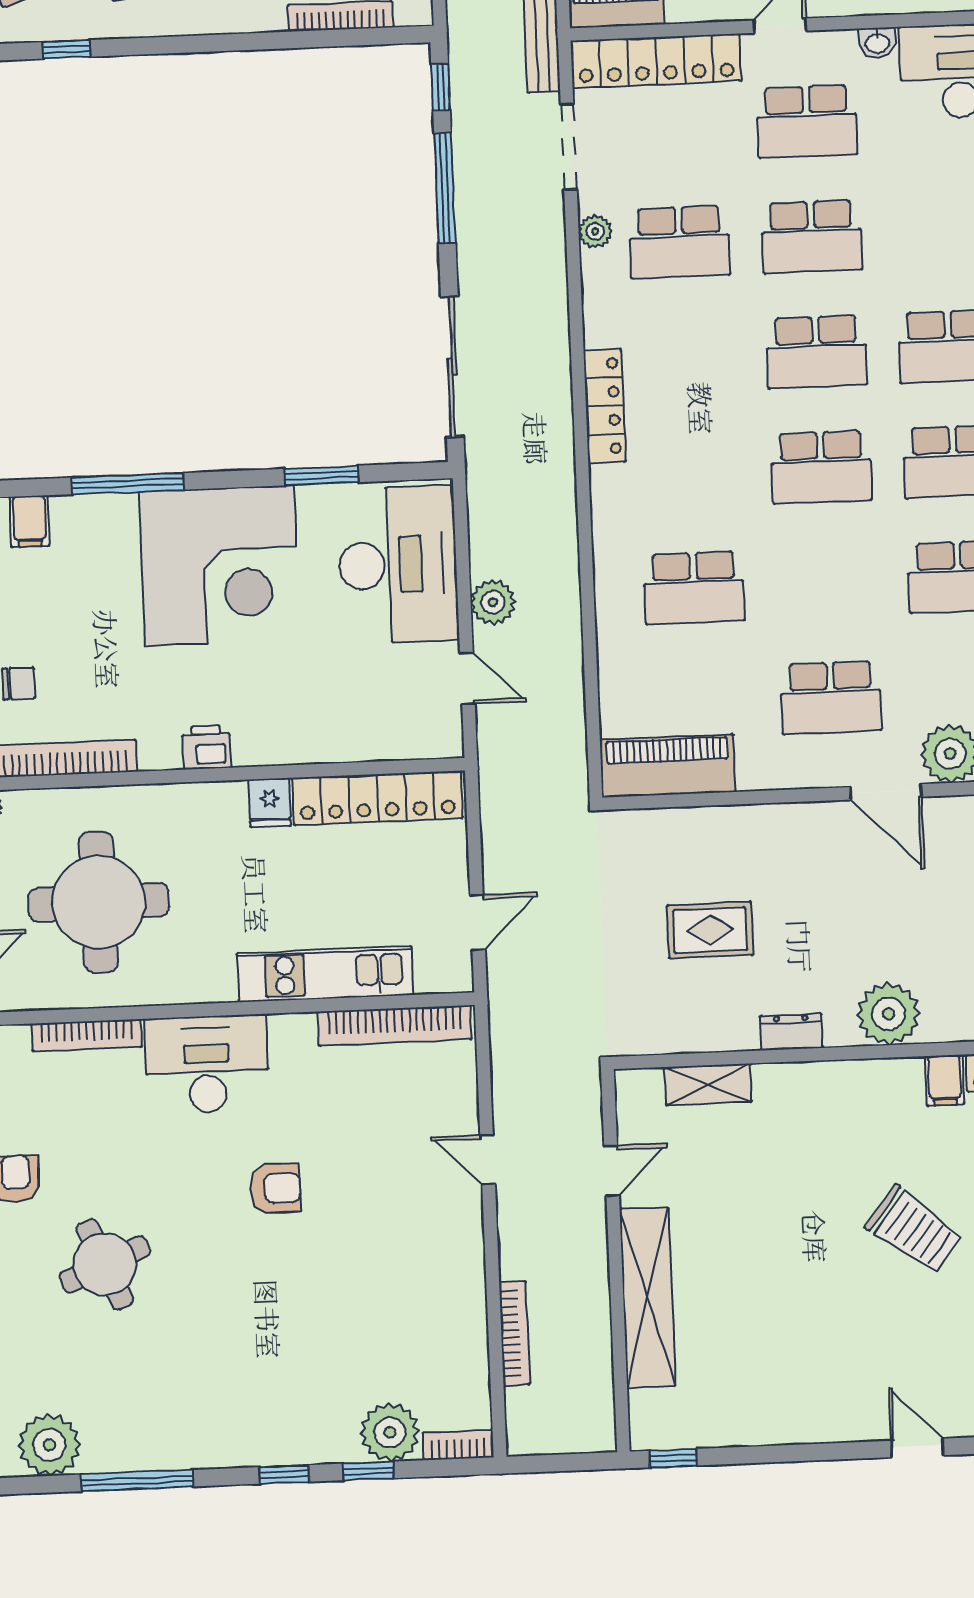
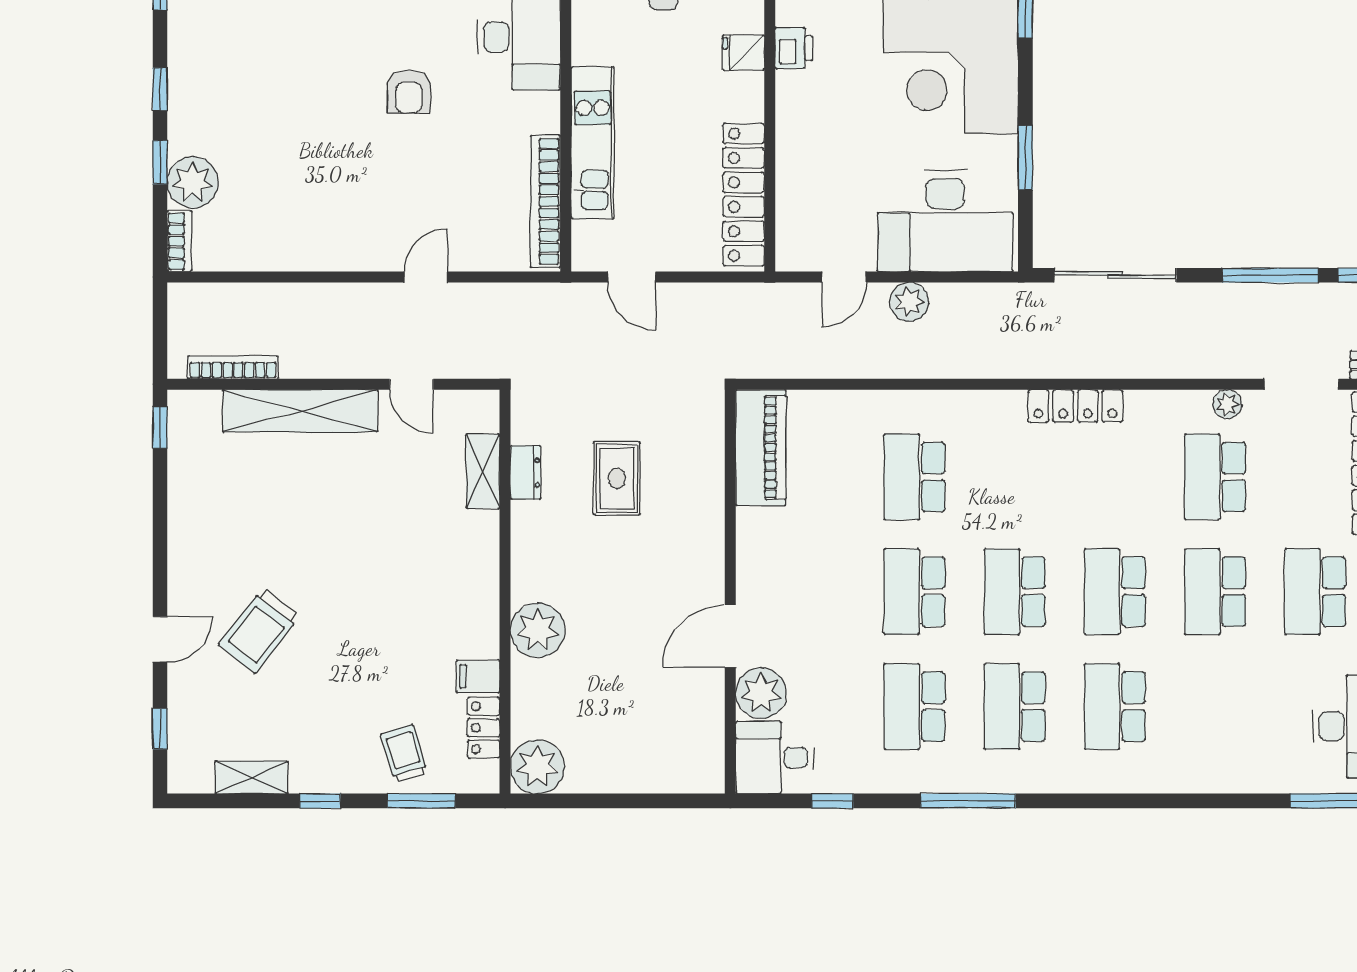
school desk: (831, 697) -> (914, 592), moved
fridge: (270, 803) -> (743, 53), moved
dresser: (791, 1032) -> (526, 473), moved
trolley: (914, 1230) -> (259, 630), moved
bookcase: (514, 1333) -> (233, 367), moved, turned 180

